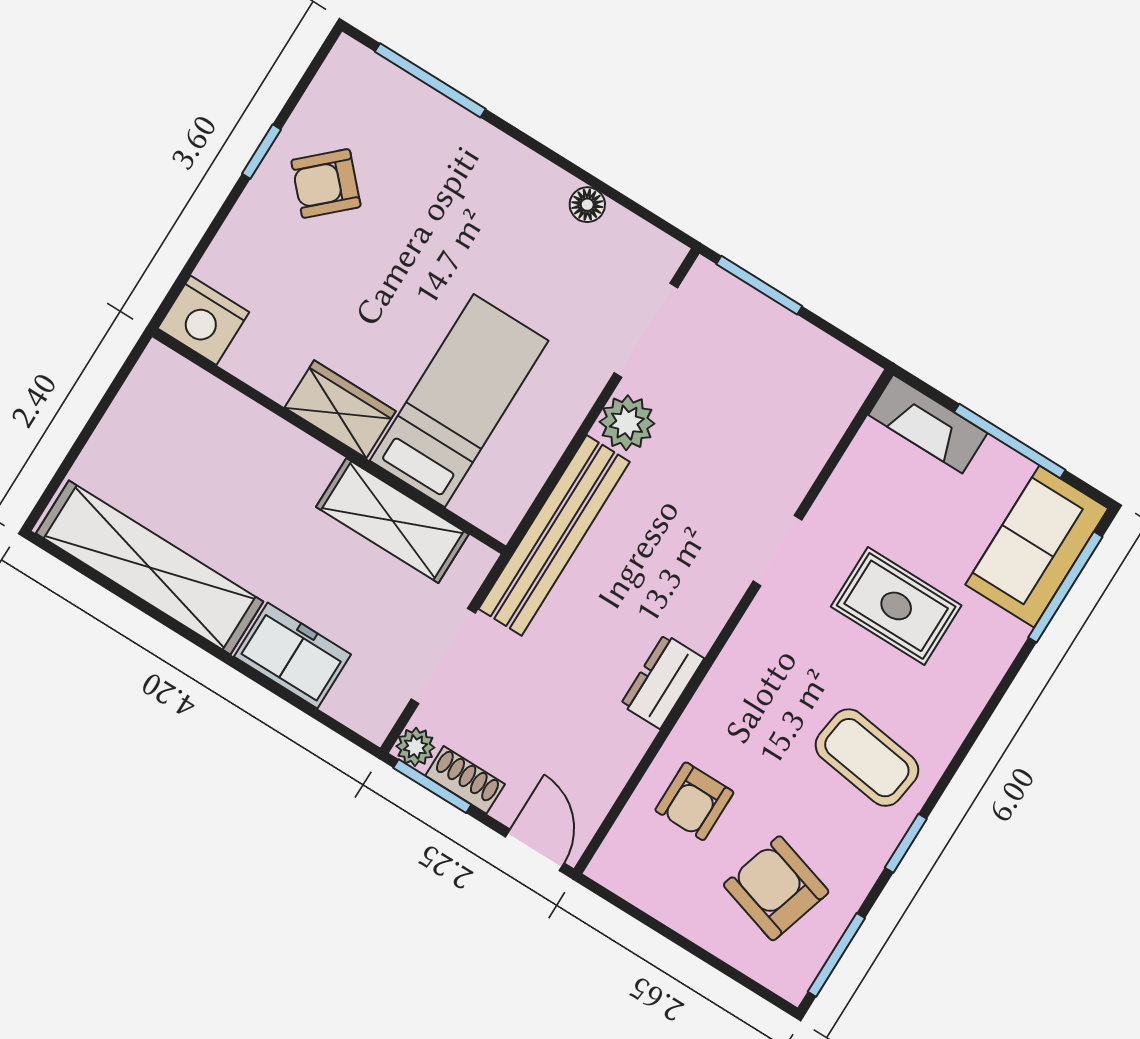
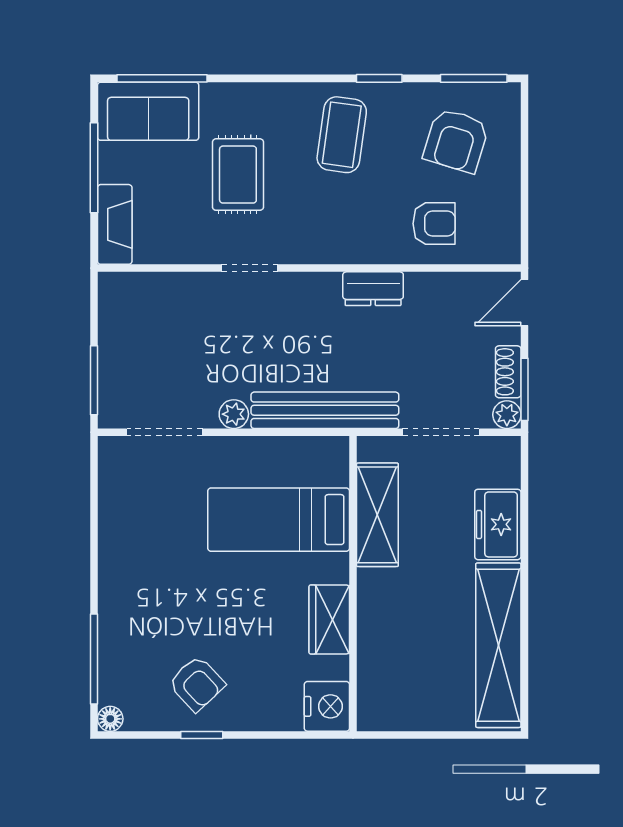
floor lamp: (587, 205) -> (110, 719), moved
wardrobe: (340, 409) -> (329, 619), moved
plant: (627, 423) -> (234, 414), width x0.73, depth x0.73

